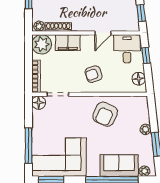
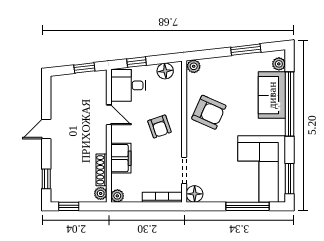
plant: (42, 44) -> (117, 196), width x0.53, depth x0.53
plant: (146, 129) -> (194, 66), moved

